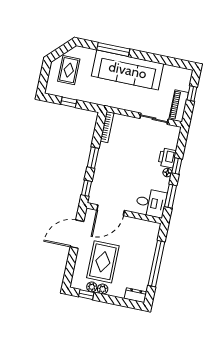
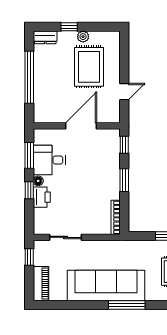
window: (192, 94) -> (29, 257), moved
piano: (179, 106) -> (41, 284), moved
desk: (151, 203) -> (49, 160), moved
door: (111, 210) -> (81, 126), moved
door: (77, 234) -> (124, 92), width x0.53
plant: (92, 287) -> (96, 36), removed
window: (86, 295) -> (69, 27), moved

